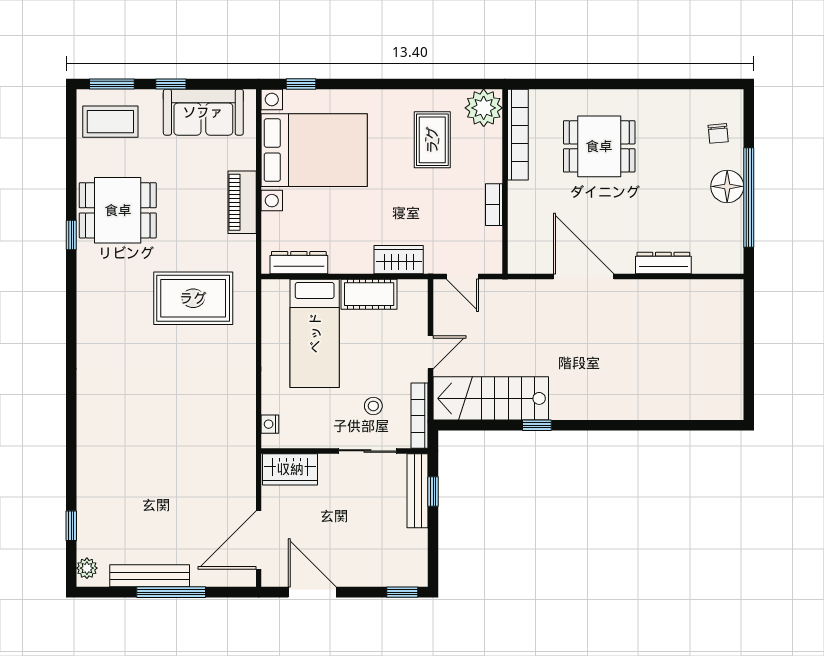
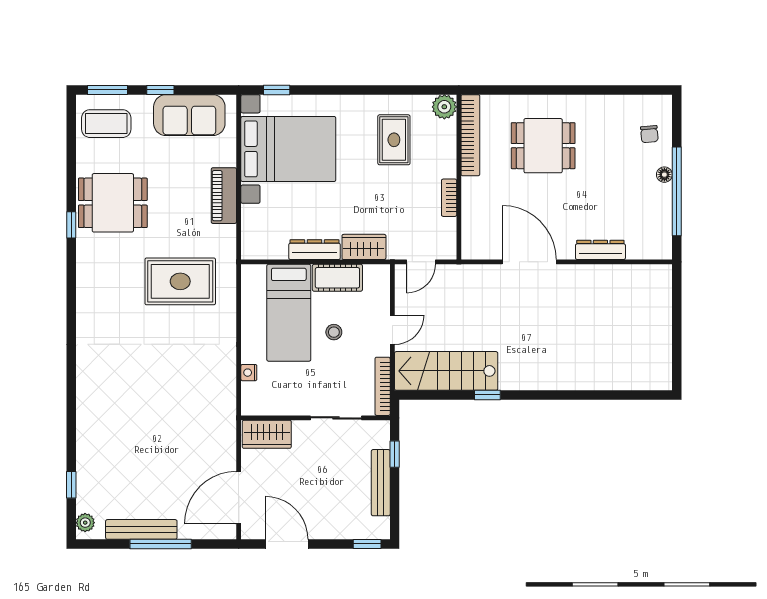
plant: (484, 108) -> (444, 107), width x0.73, depth x0.73
floor lamp: (727, 186) -> (664, 175), width x0.53, depth x0.53
dresser: (299, 263) -> (315, 250), moved
door: (463, 276) -> (421, 262), hinge flipped
stool: (373, 406) -> (334, 332), moved
nightstand: (270, 424) -> (249, 373), moved
bench: (418, 491) -> (381, 483), moved

